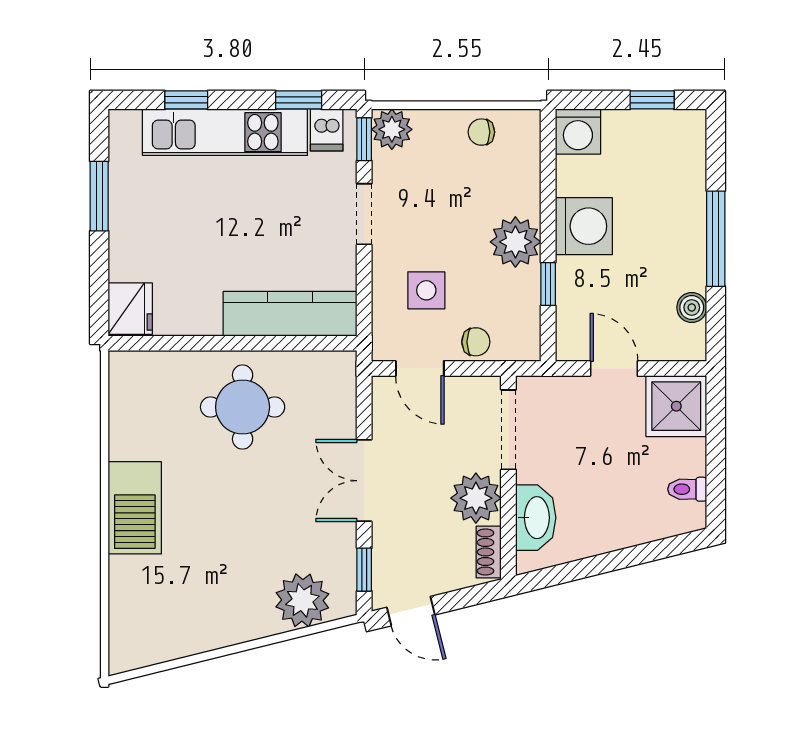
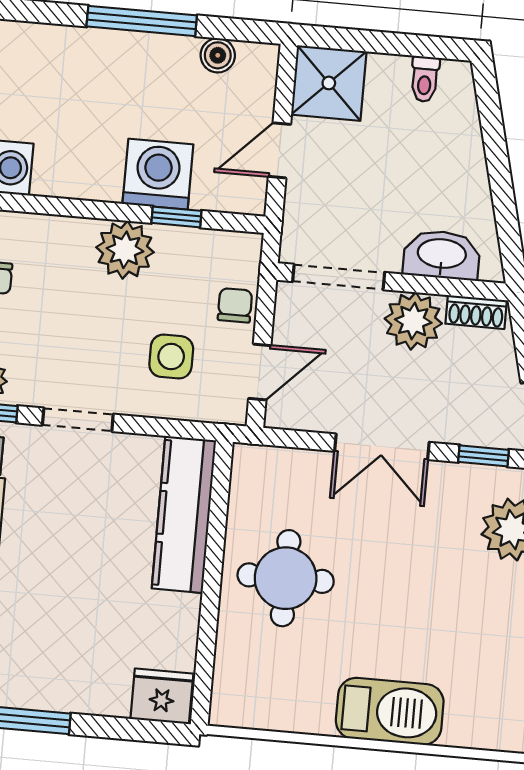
washing machine: (584, 226) -> (158, 174), moved

